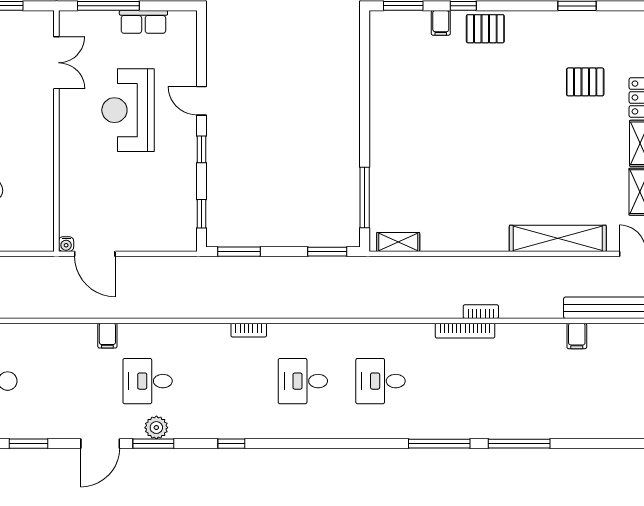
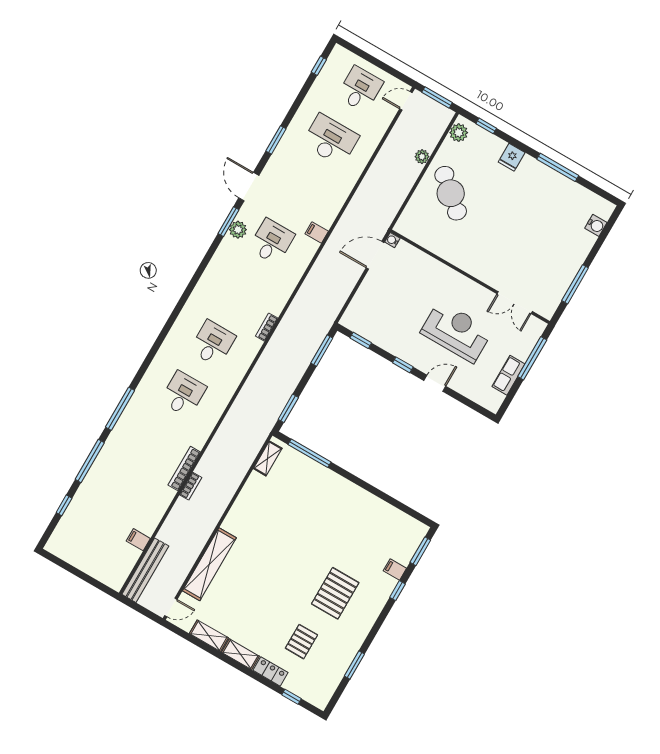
pallet: (485, 29) -> (335, 593), moved, width x1.50, depth x1.42
window: (231, 444) -> (64, 505), moved

